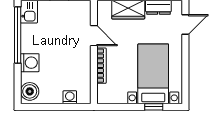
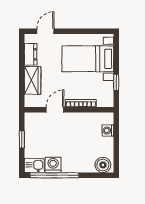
door: (185, 25) -> (45, 31), hinge flipped
washing machine: (30, 63) -> (53, 165), moved
window: (154, 107) -> (116, 82), moved

